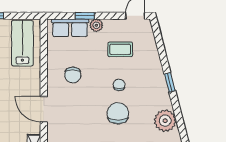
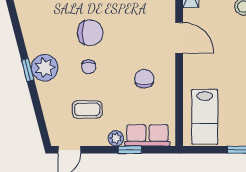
chair: (118, 113) -> (90, 33), turned -90
plant: (165, 121) -> (45, 68), moved

